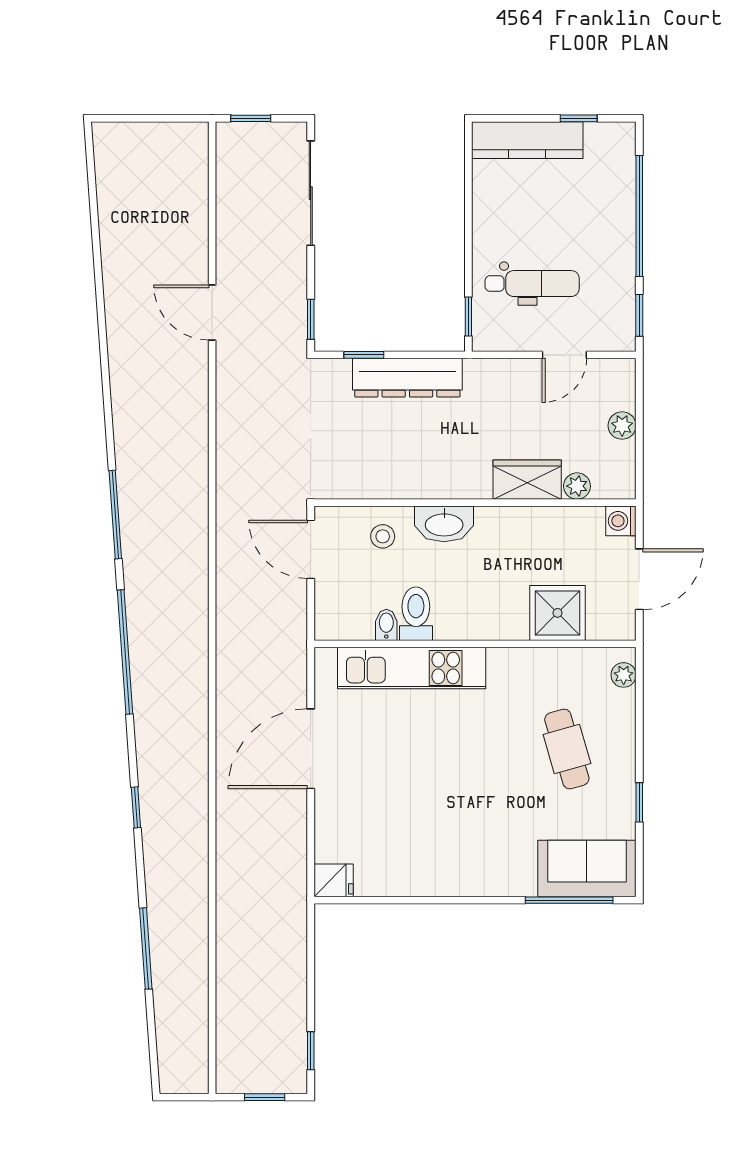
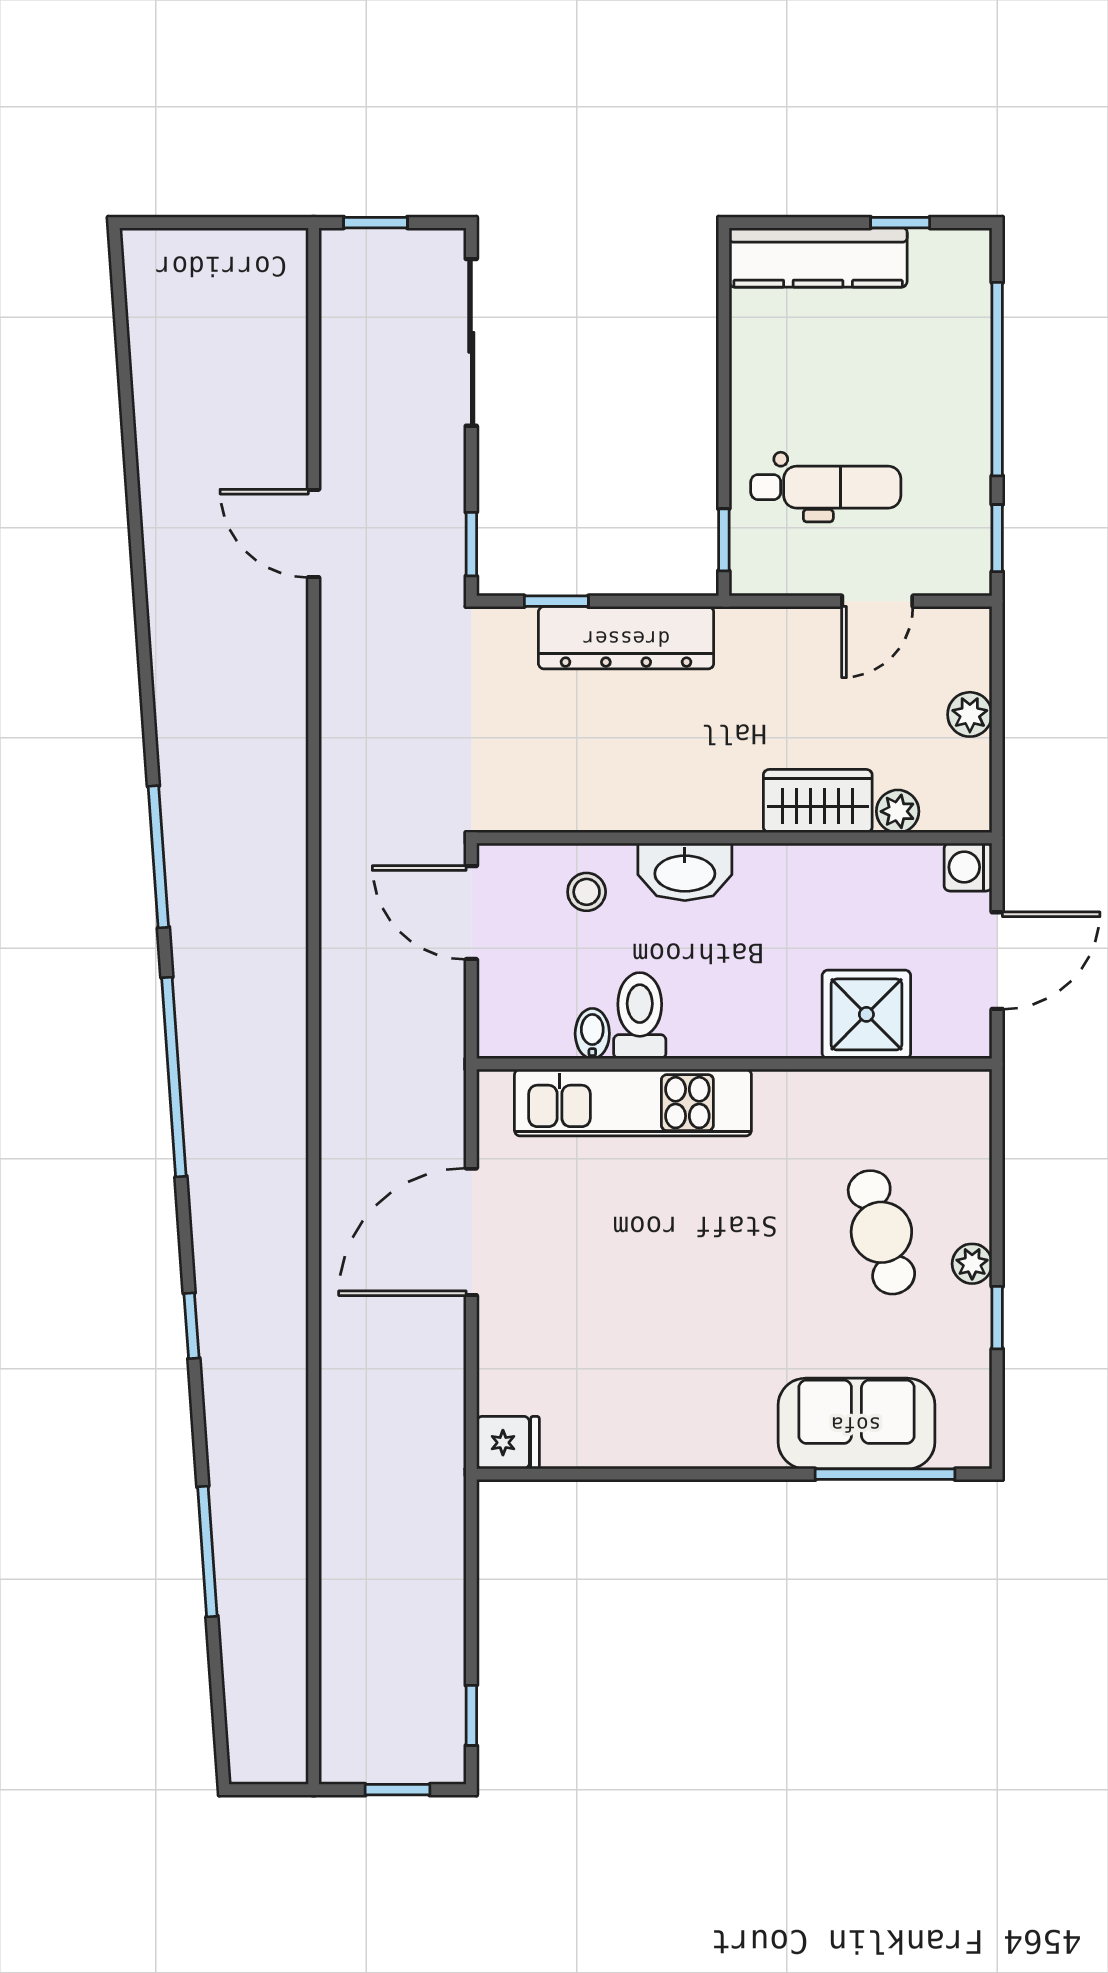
plant: (624, 675) -> (972, 1264), moved
sofa: (587, 868) -> (856, 1424), moved

